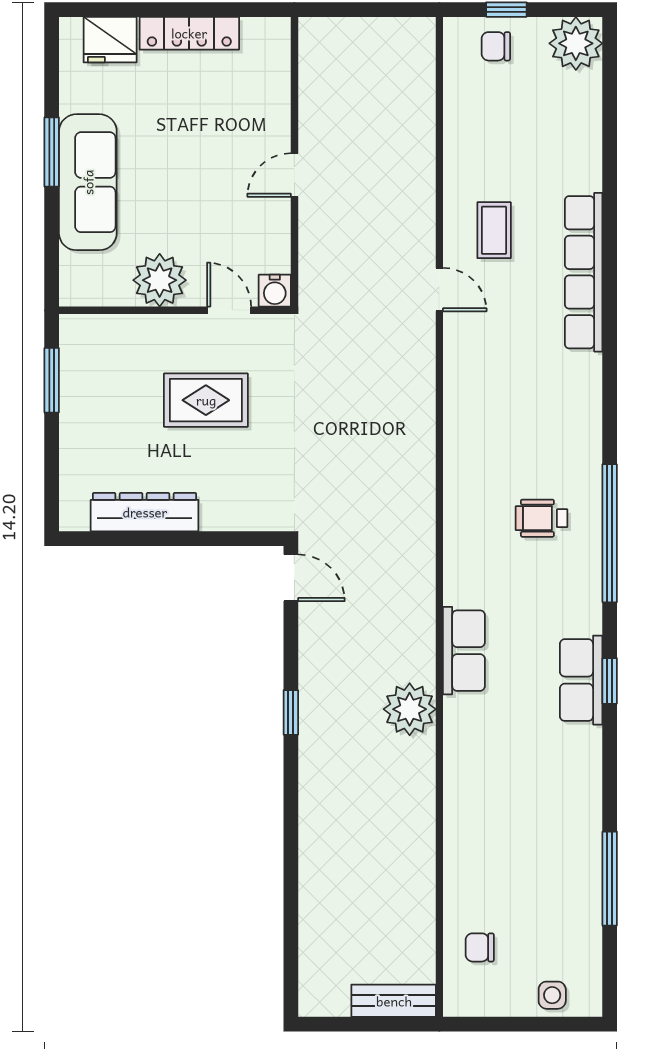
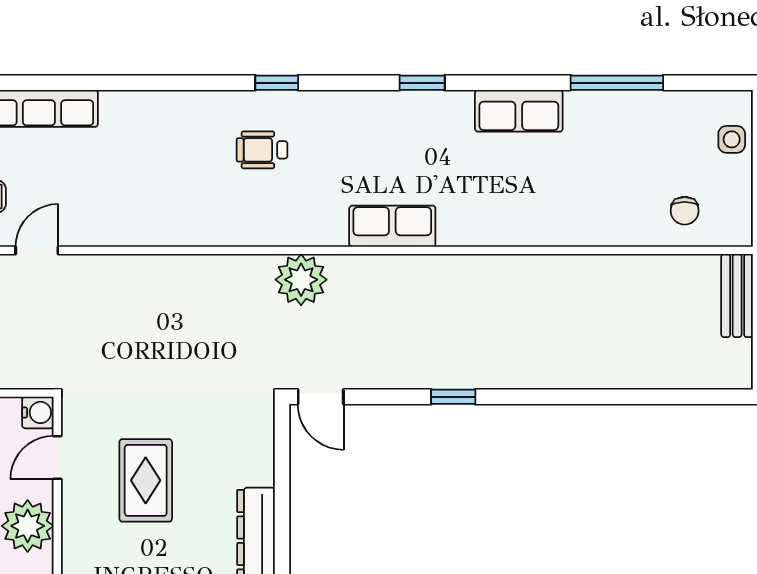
wheelchair: (541, 518) -> (262, 150), turned 90
window: (610, 533) -> (277, 83), width x0.32
door: (291, 578) -> (321, 397), swing flipped
row of seats: (581, 680) -> (519, 111), moved
plant: (410, 709) -> (301, 280), moved

